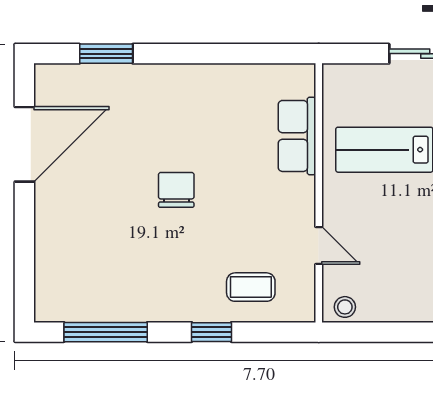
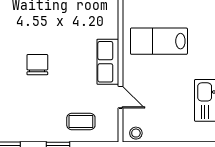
row of seats: (297, 136) -> (108, 62), moved

